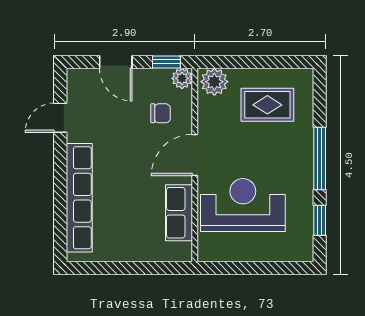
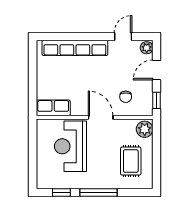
plant: (182, 78) -> (147, 48), moved
door: (60, 118) -> (123, 37), hinge flipped
reception desk: (243, 205) -> (70, 146), turned 180
row of seats: (179, 213) -> (53, 108), moved

